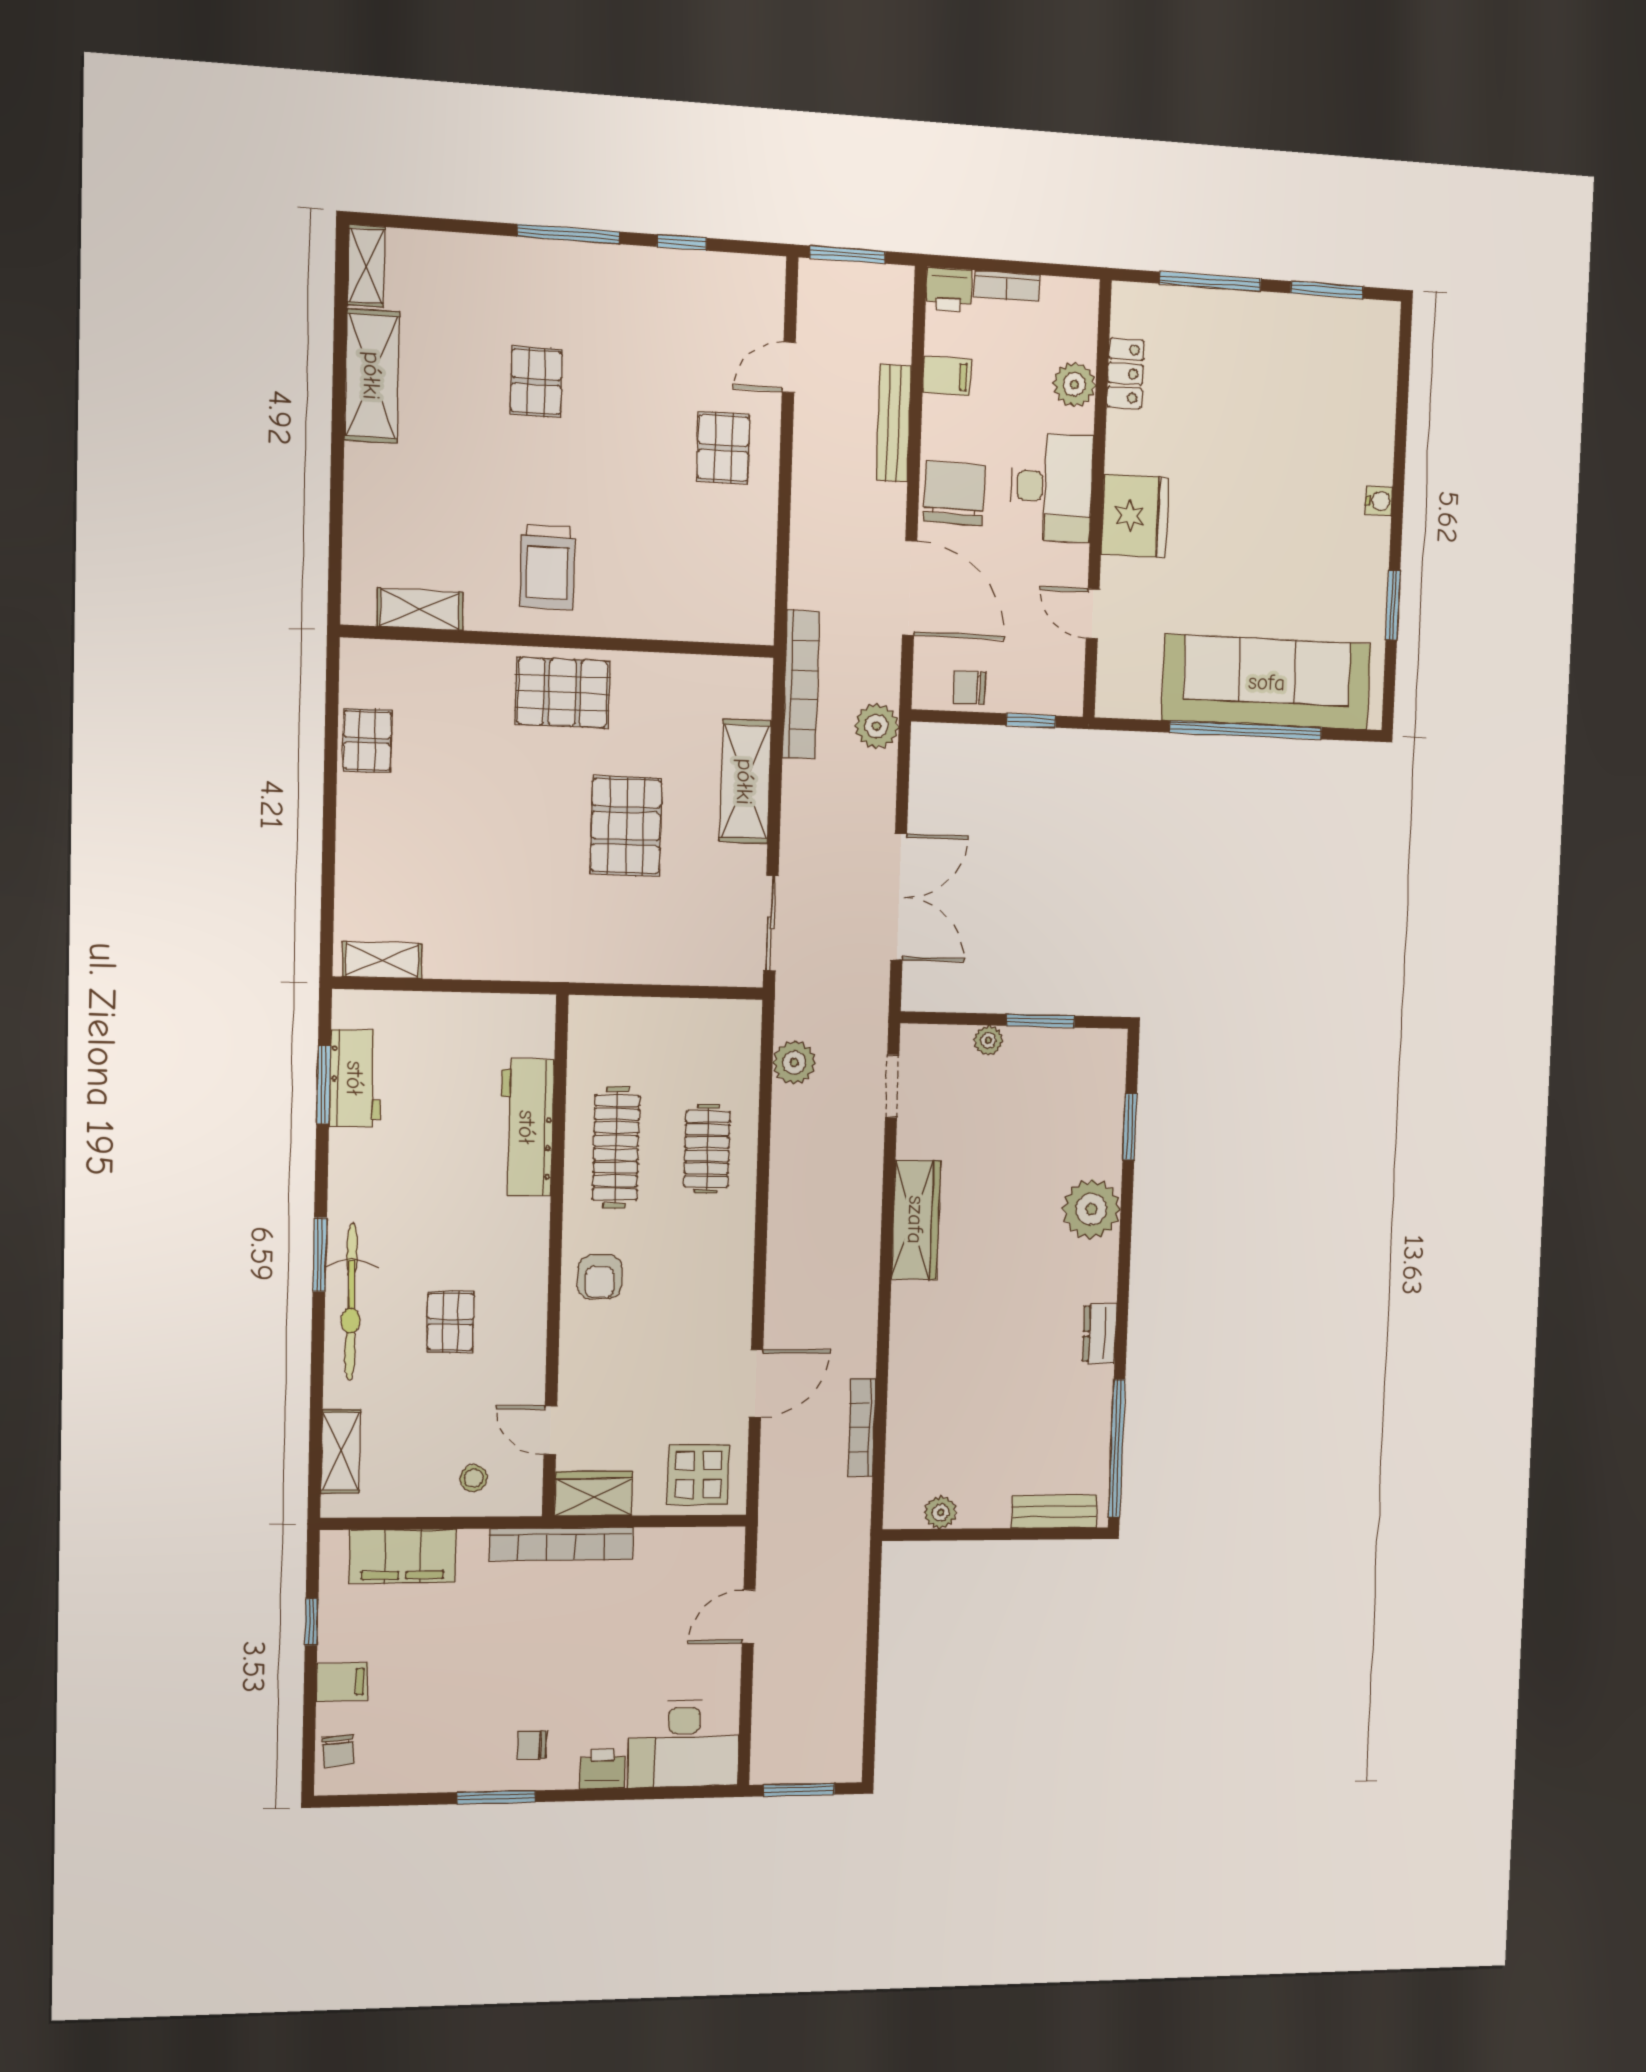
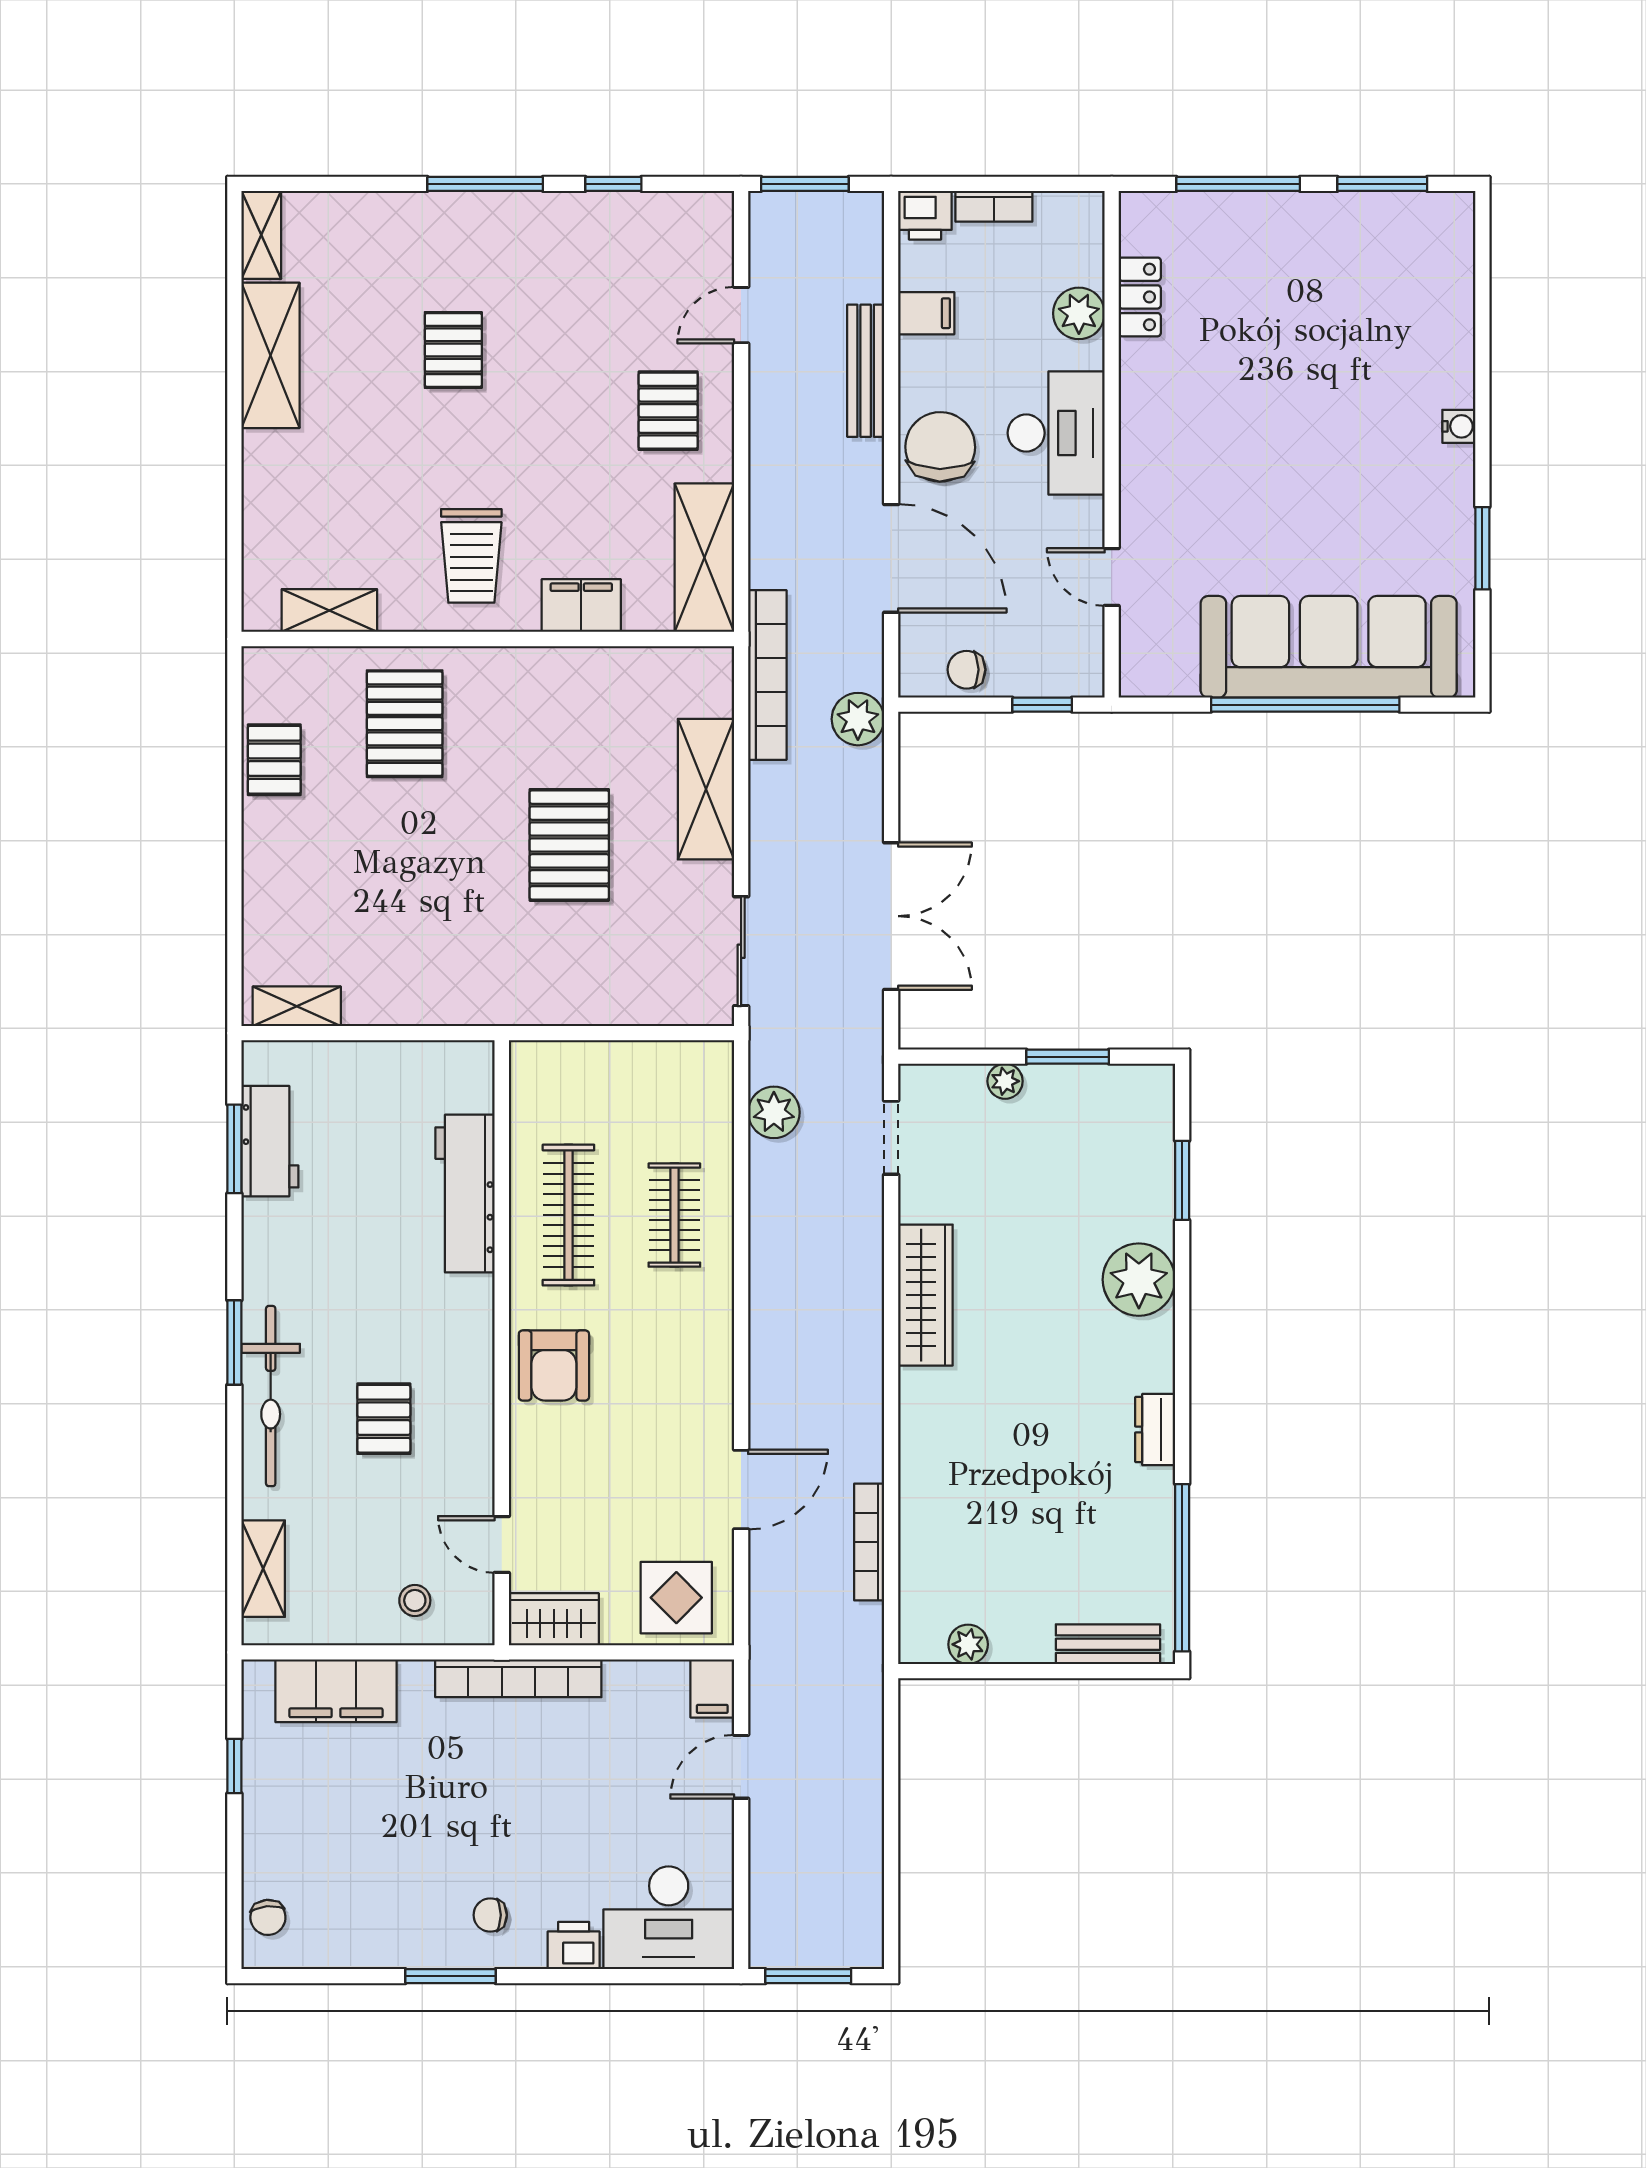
fridge: (1135, 516) -> (1158, 461), removed
shelving: (750, 579) -> (704, 558), added
filing cabinet: (643, 616) -> (581, 606), added
pallet: (562, 693) -> (405, 724), moved, turned 90
armchair: (600, 1277) -> (554, 1365), width x1.38, depth x1.38
filing cabinet: (342, 1682) -> (712, 1689), moved, turned 90

